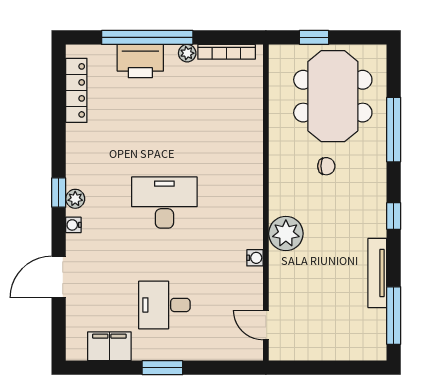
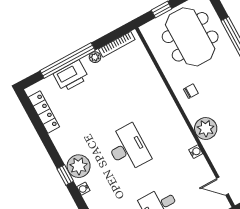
chair: (326, 166) -> (191, 91), moved
plant: (75, 199) -> (79, 166), width x1.87, depth x1.87
desk: (164, 203) -> (128, 148), turned 90

